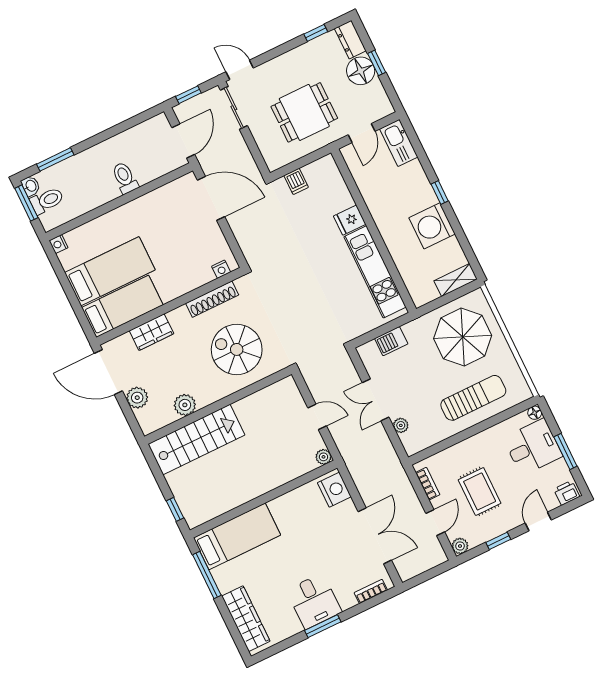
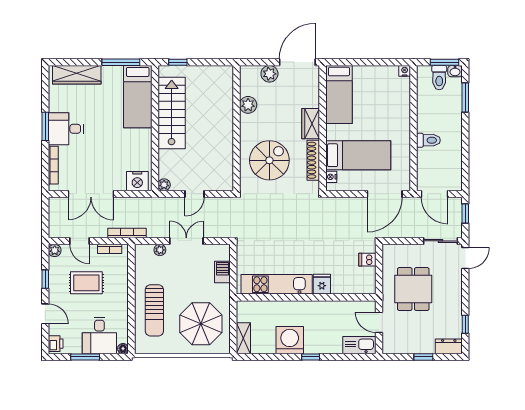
floor lamp: (361, 71) -> (423, 343), removed
bed: (110, 271) -> (358, 155), moved, turned -90
wardrobe: (152, 332) -> (311, 124), moved
stairs: (196, 440) -> (172, 113), moved, turned 180
bookcase: (400, 473) -> (127, 233), added
bookcase: (371, 591) -> (53, 165), width x1.56

